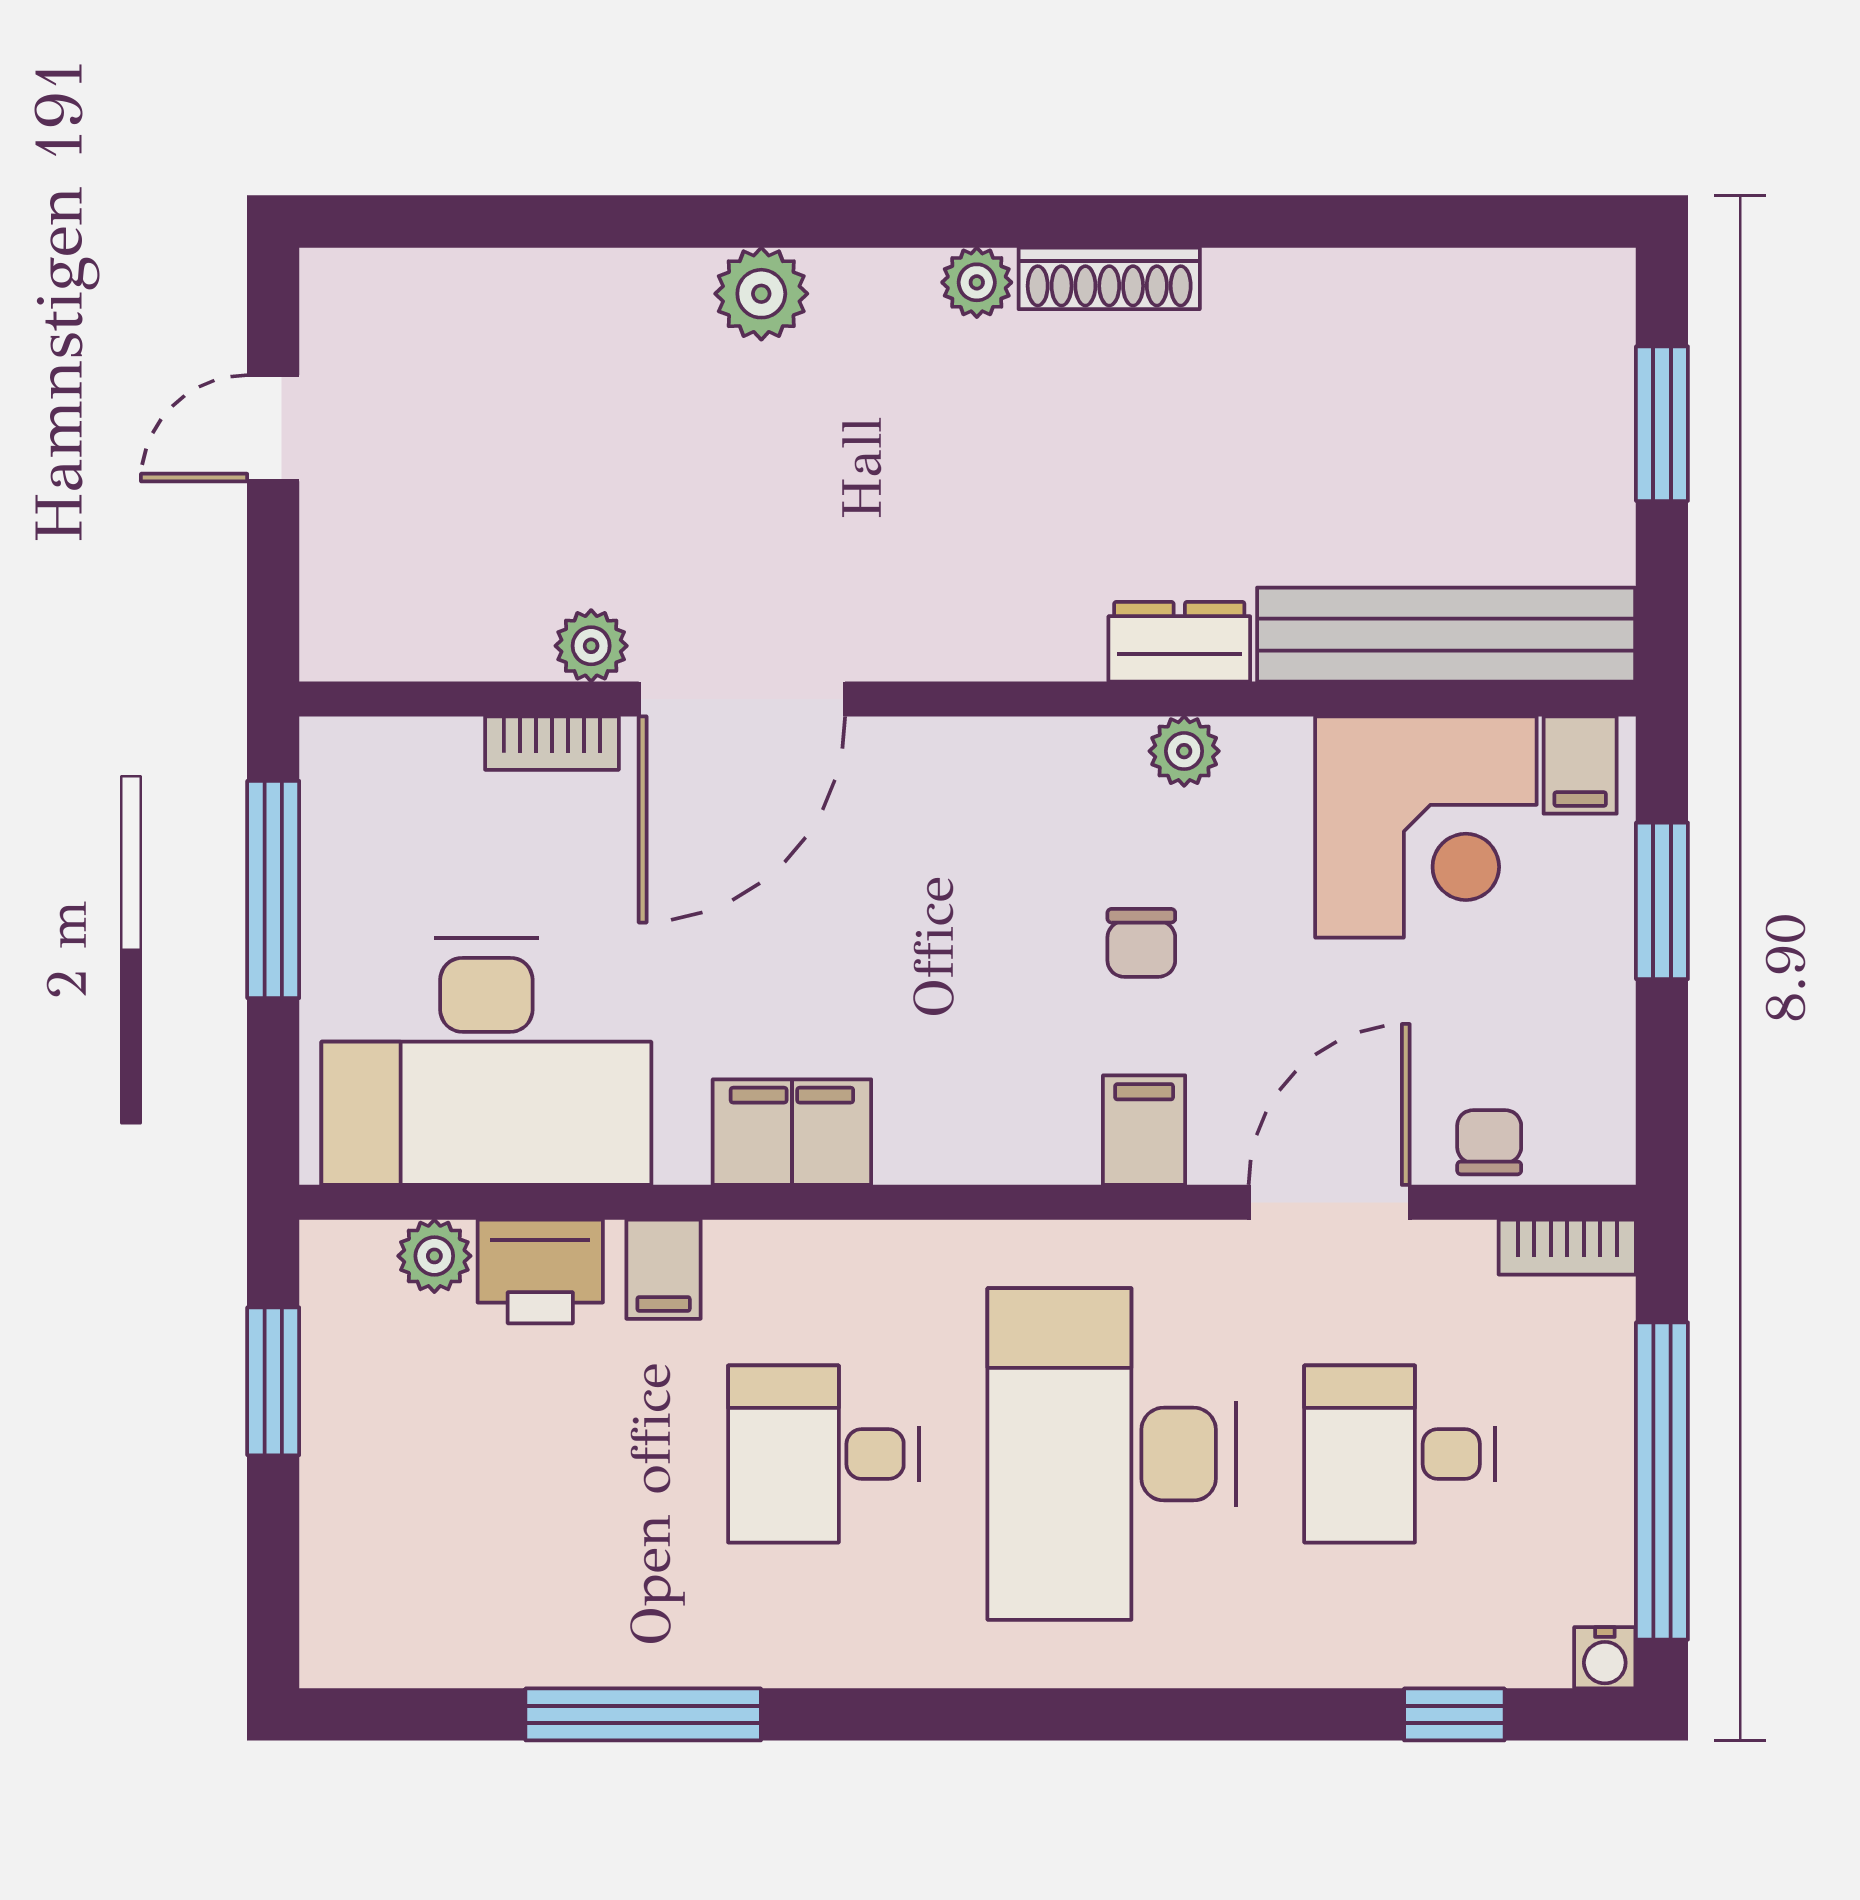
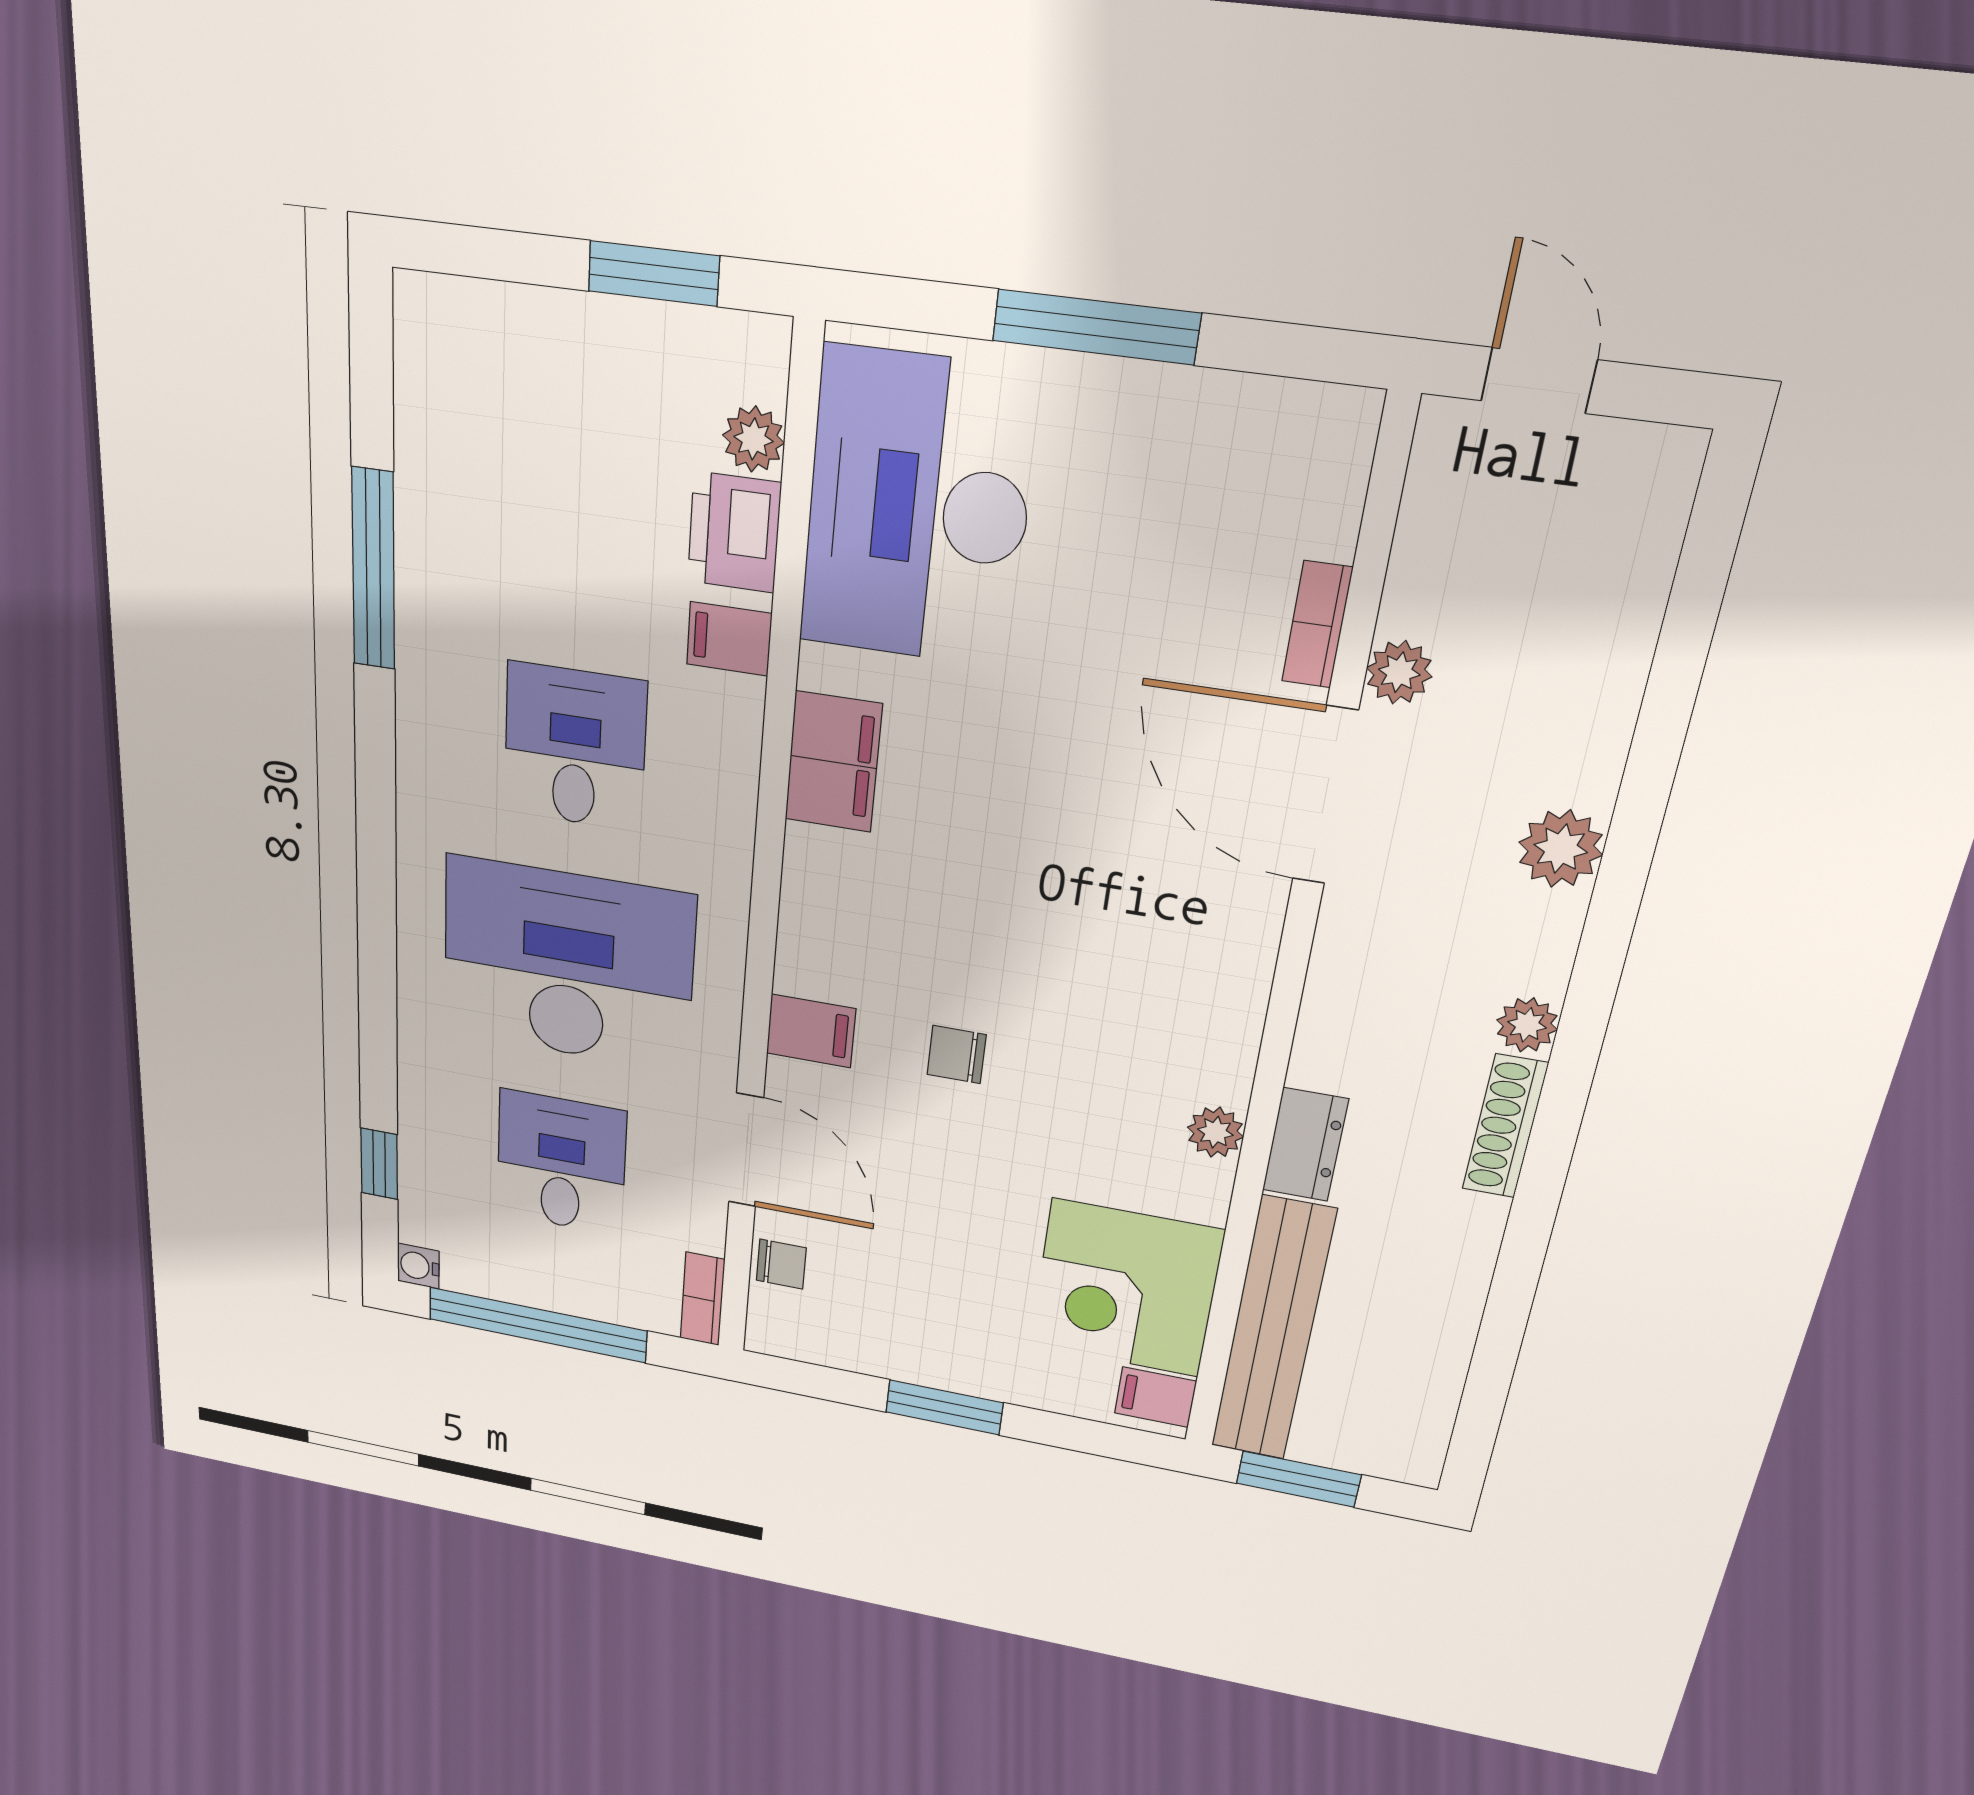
bench: (1446, 635) -> (1273, 1330), moved
dresser: (1179, 642) -> (1305, 1145), moved
plant: (591, 646) -> (1399, 672), moved
door: (742, 699) -> (1325, 796), moved
wall: (968, 699) -> (1289, 978), moved
bookcase: (552, 743) -> (1317, 625), moved
plant: (1184, 751) -> (1215, 1132), moved
filing cabinet: (1580, 765) -> (1155, 1397), moved
corner desk: (1426, 827) -> (1126, 1288), moved

